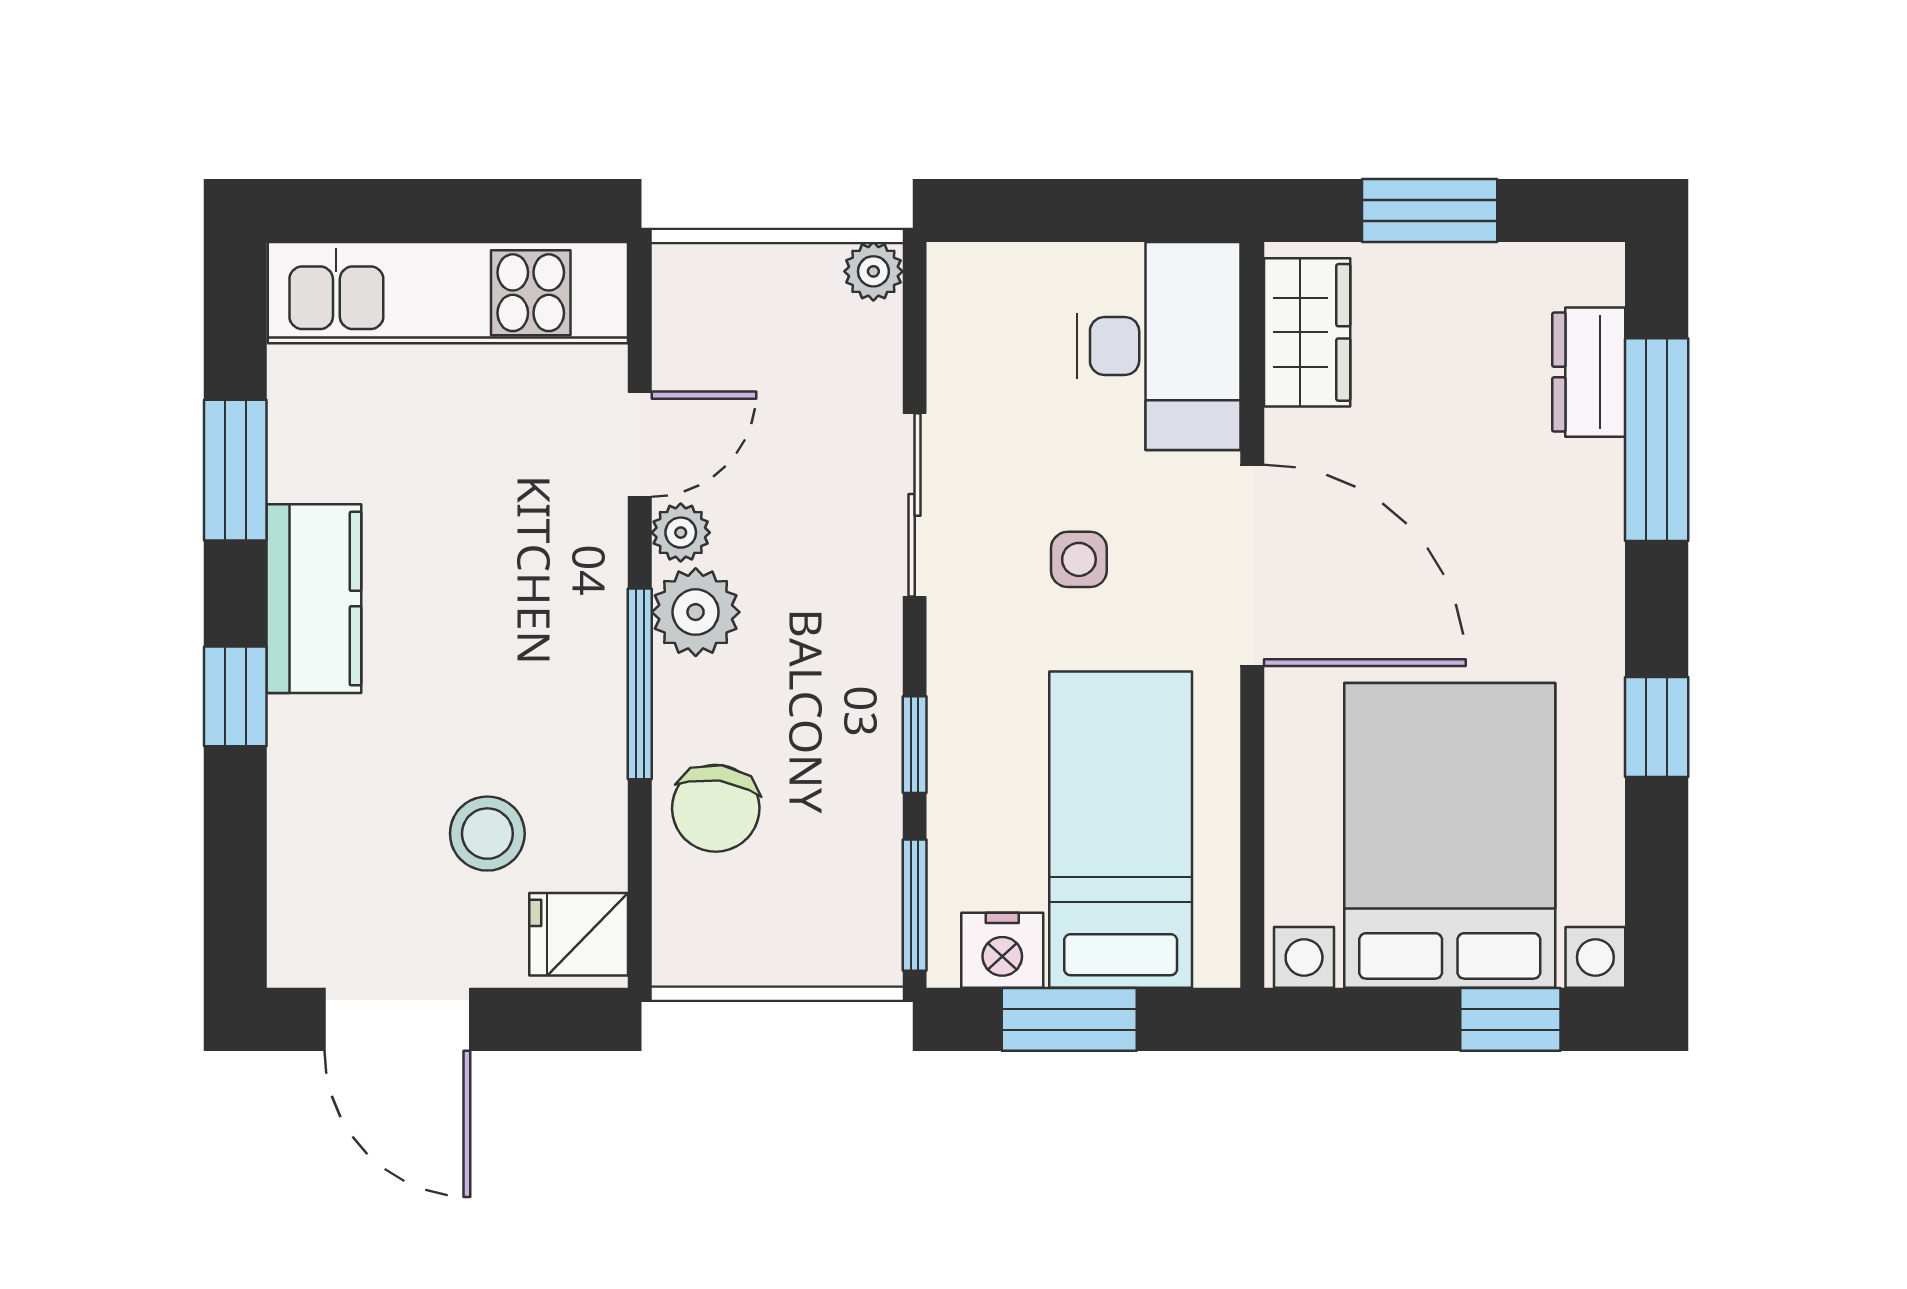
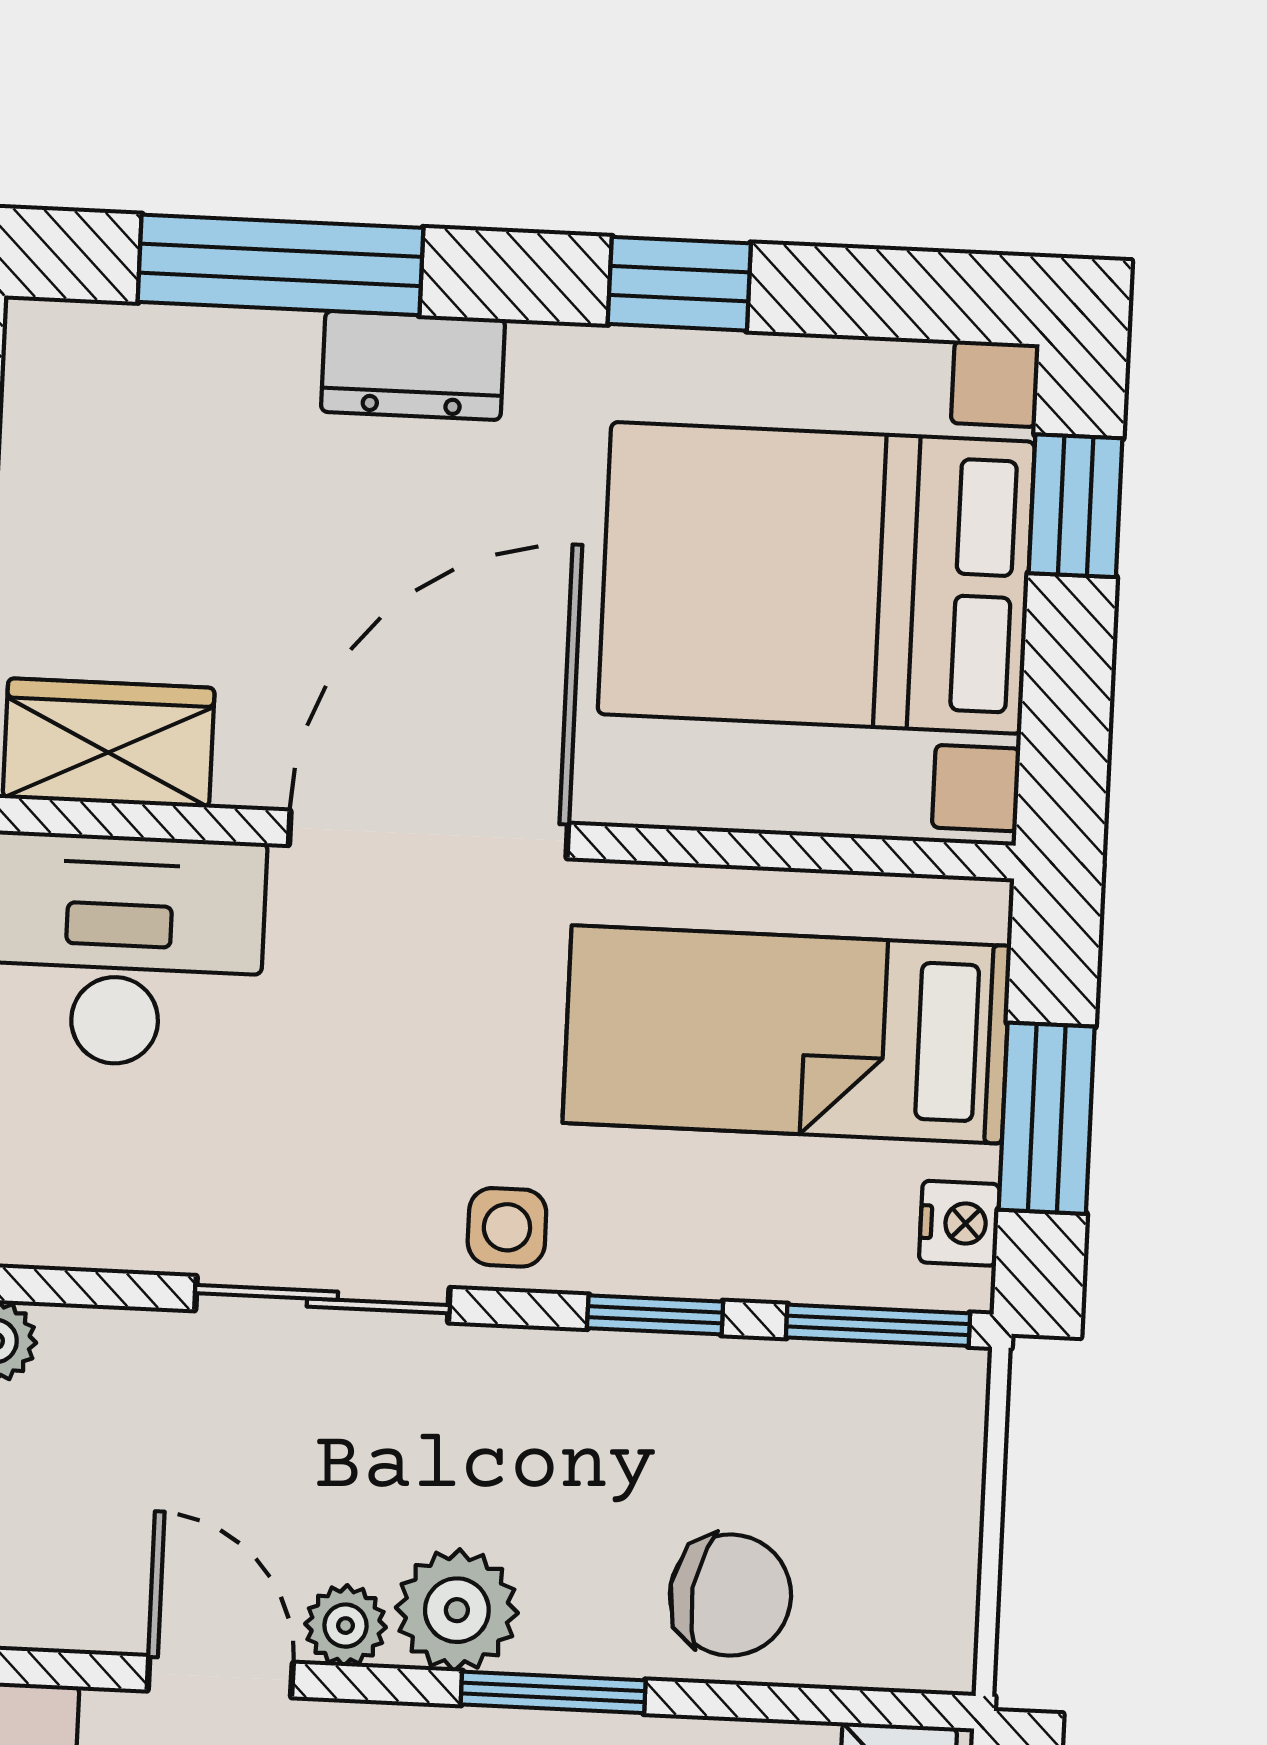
dresser: (1589, 372) -> (413, 365), moved
side table: (1079, 559) -> (507, 1227), moved
window: (640, 684) -> (553, 1692), width x0.69
nightstand: (1002, 950) -> (959, 1223), width x0.72, depth x0.74

